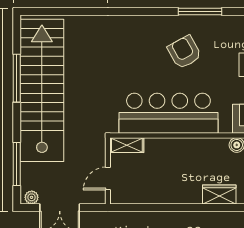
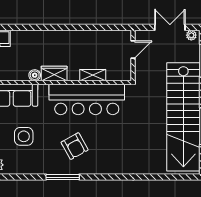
shelving: (127, 145) -> (93, 75), moved
wardrobe: (219, 194) -> (54, 73), moved, turned 180

